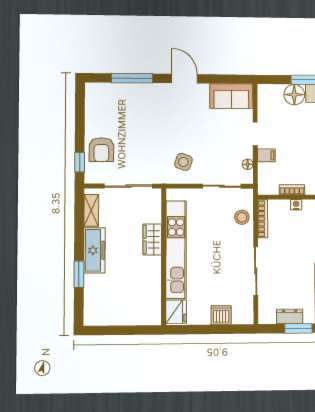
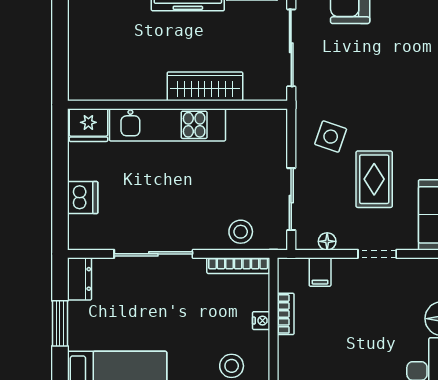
rug: (210, 135) -> (374, 179), added
filing cabinet: (266, 155) -> (320, 272), moved
wardrobe: (152, 239) -> (205, 86), width x1.50
kitchen unit: (176, 250) -> (167, 125), width x0.73
dresser: (290, 316) -> (79, 279), moved

